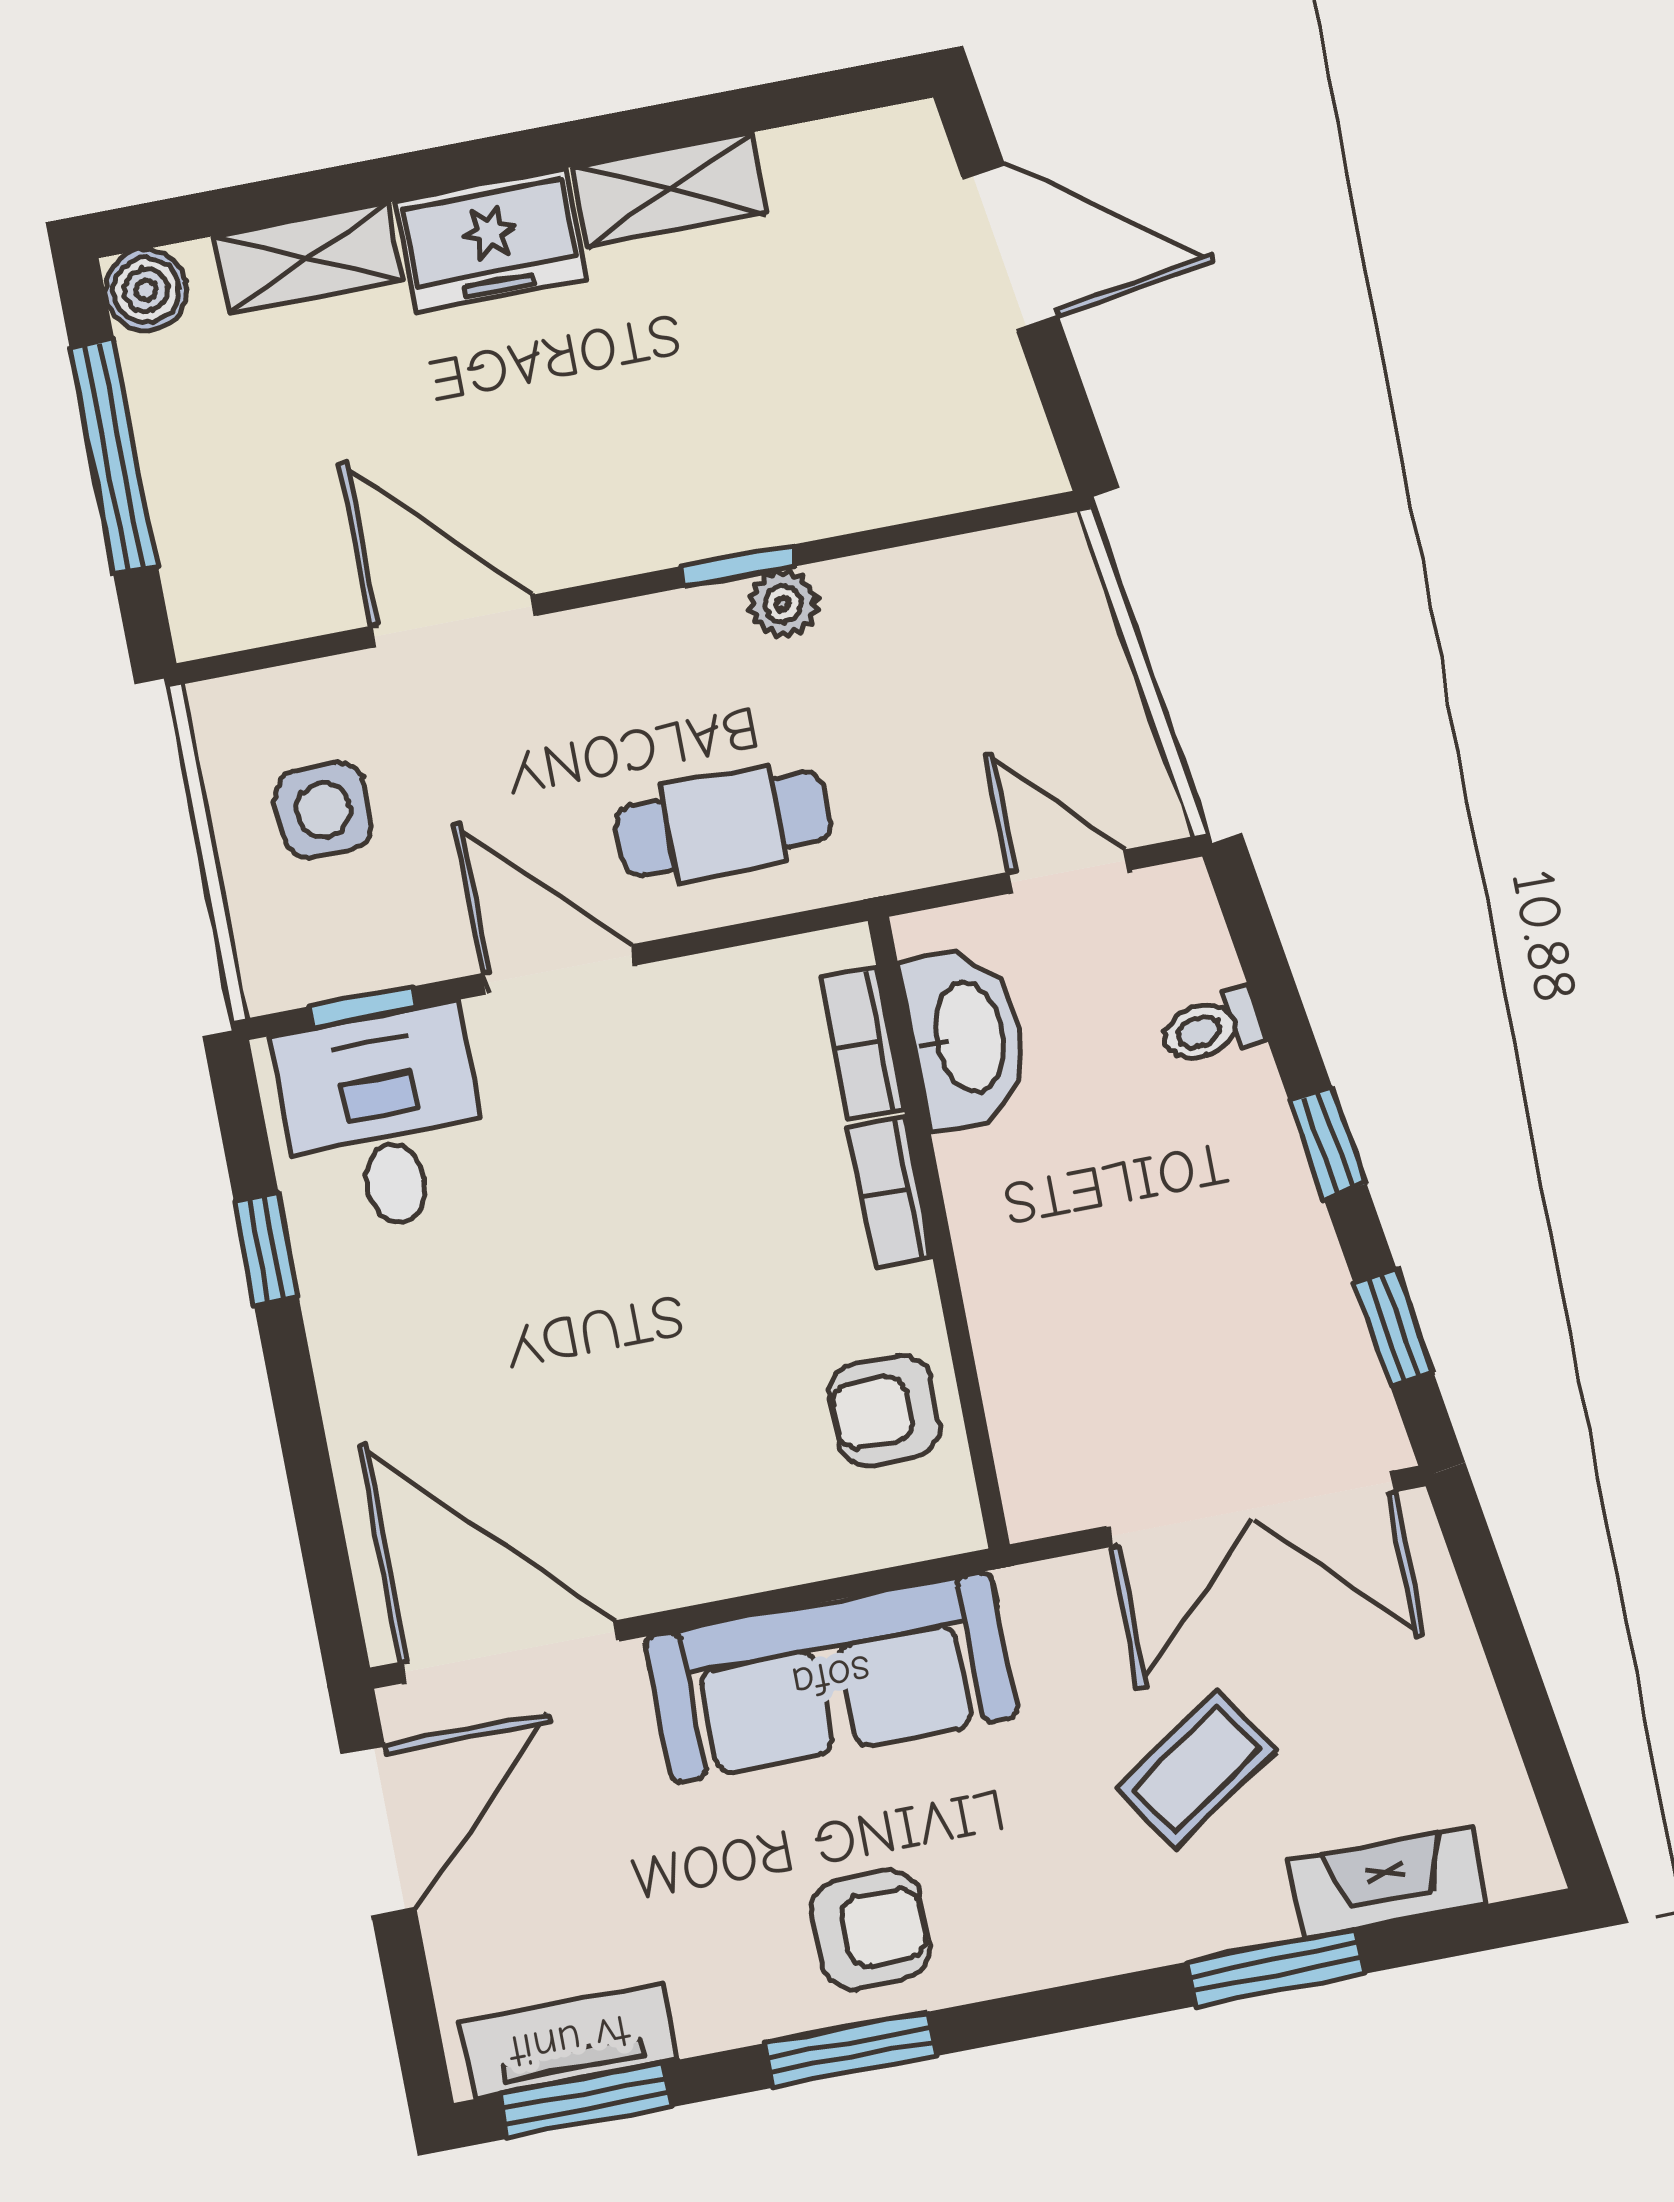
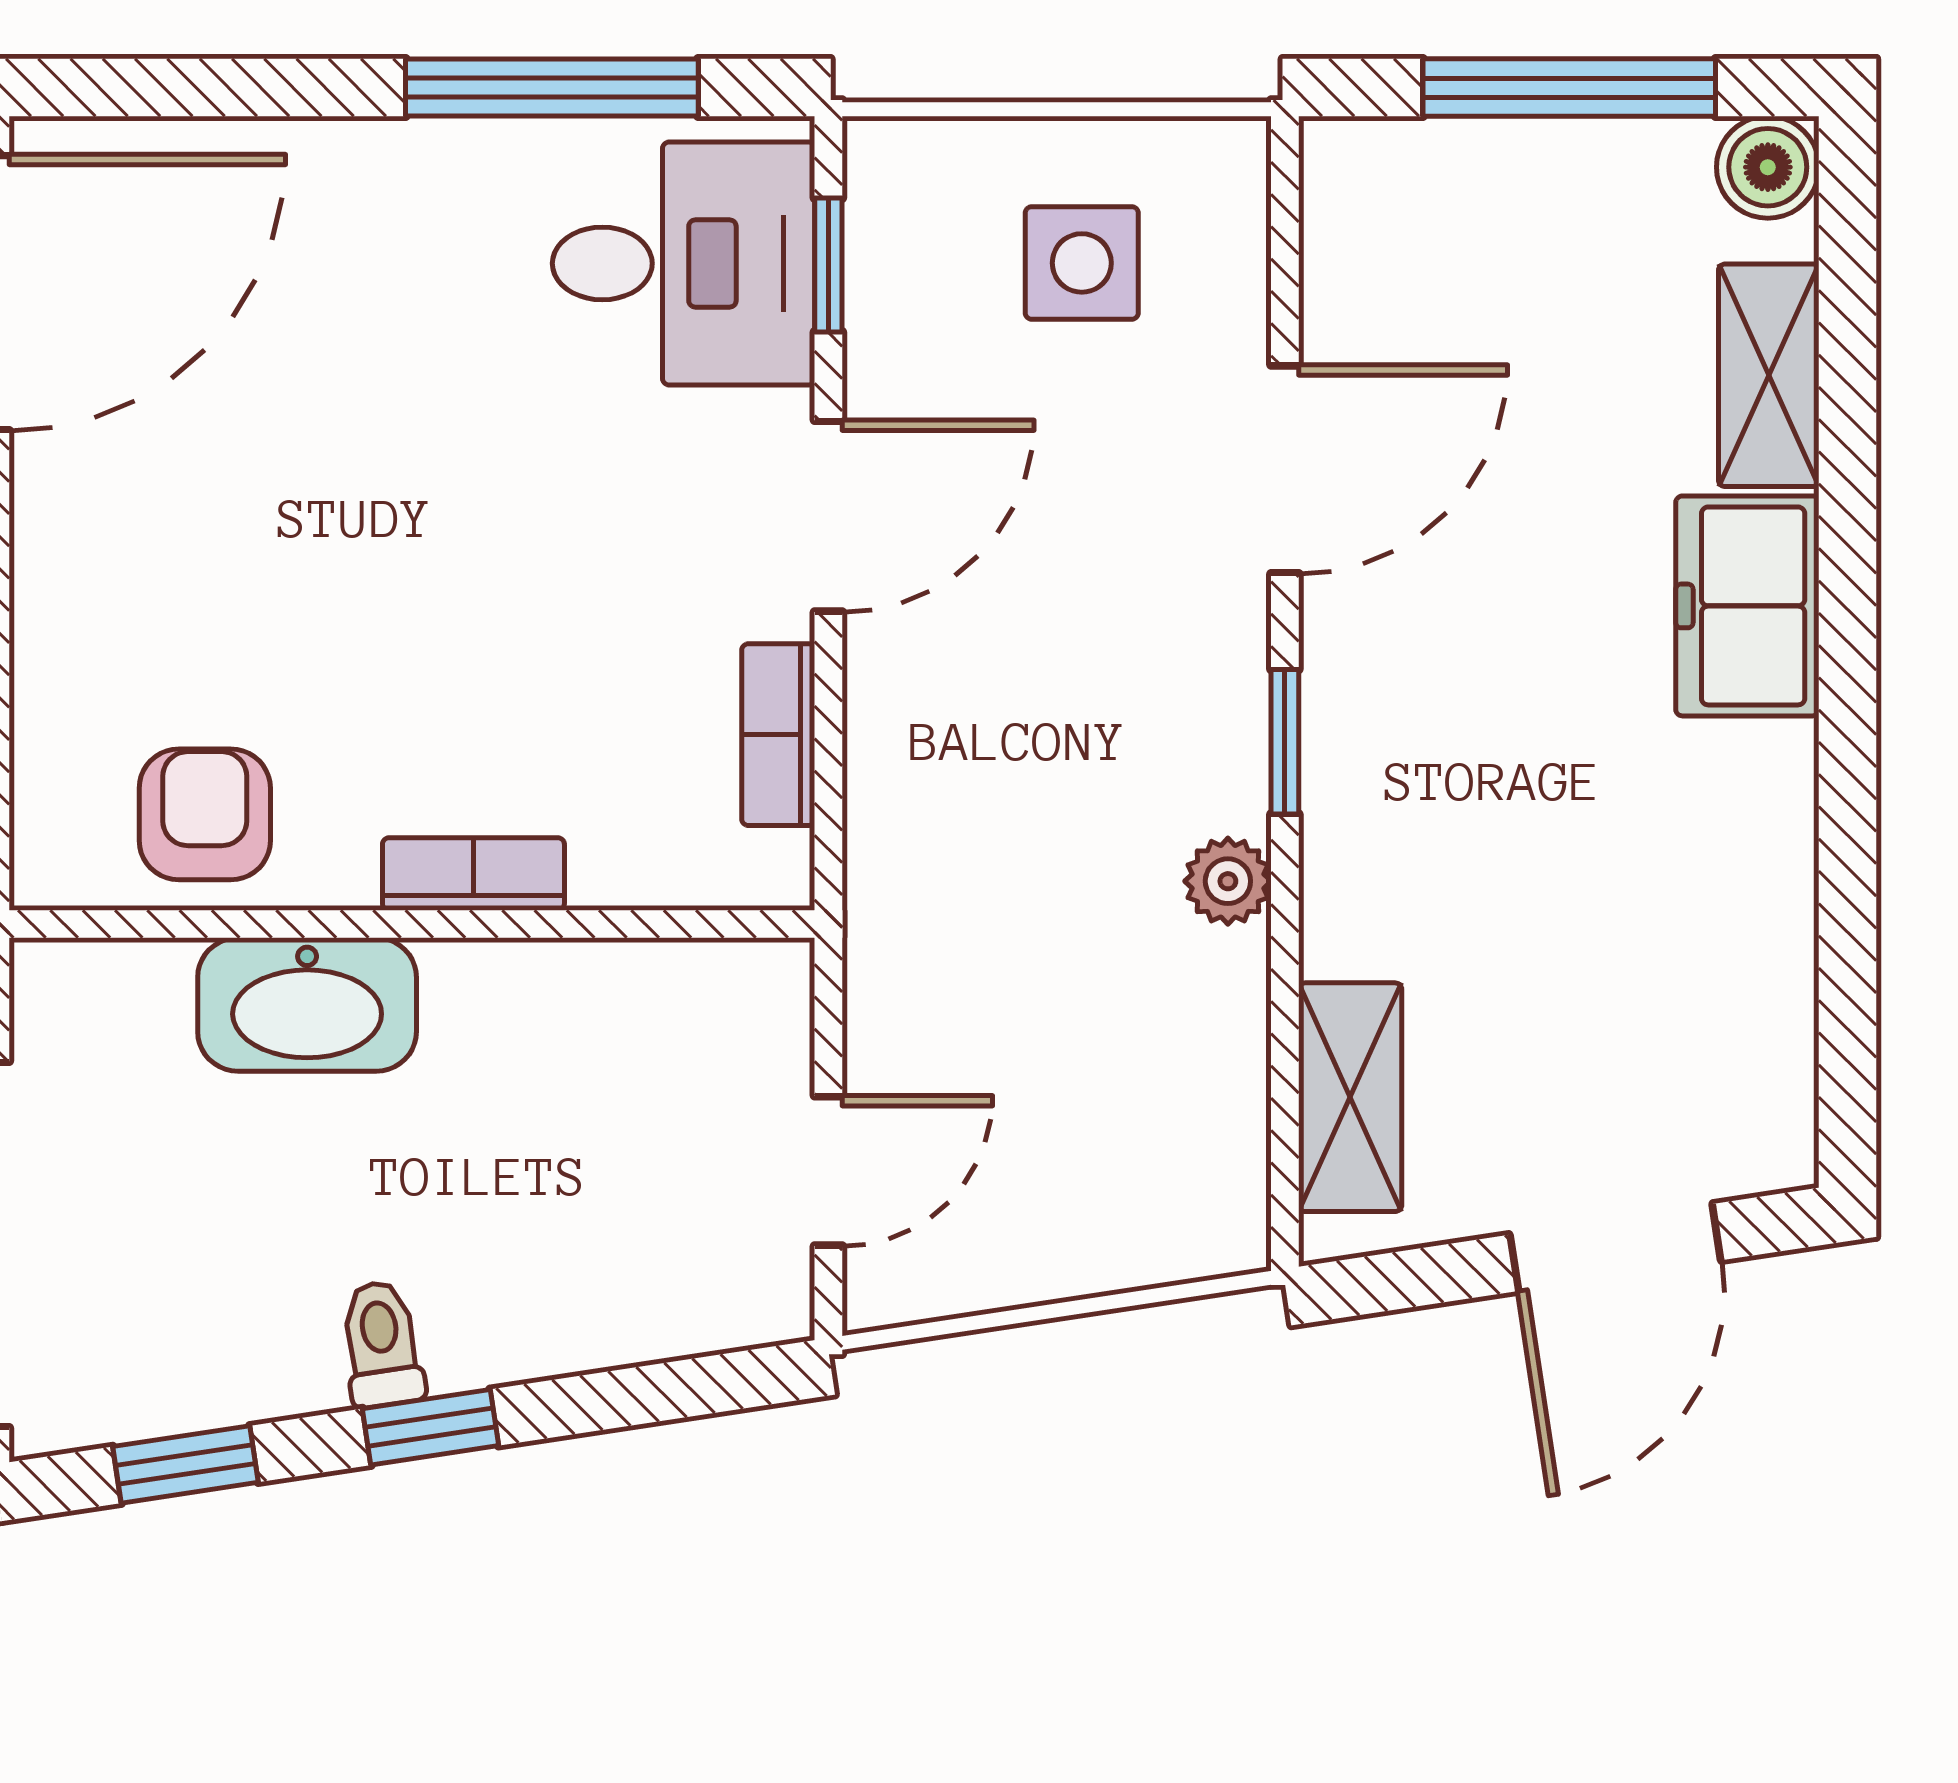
shelving: (670, 190) -> (1350, 1097), moved
window: (738, 566) -> (1285, 742), moved
cafe table: (724, 824) -> (970, 755), removed
toilet: (1212, 1028) -> (382, 1344), moved
washbasin: (966, 1038) -> (307, 1004), moved
bookcase: (862, 1043) -> (778, 735), moved, turned -90
window: (266, 1249) -> (552, 88), width x2.17

